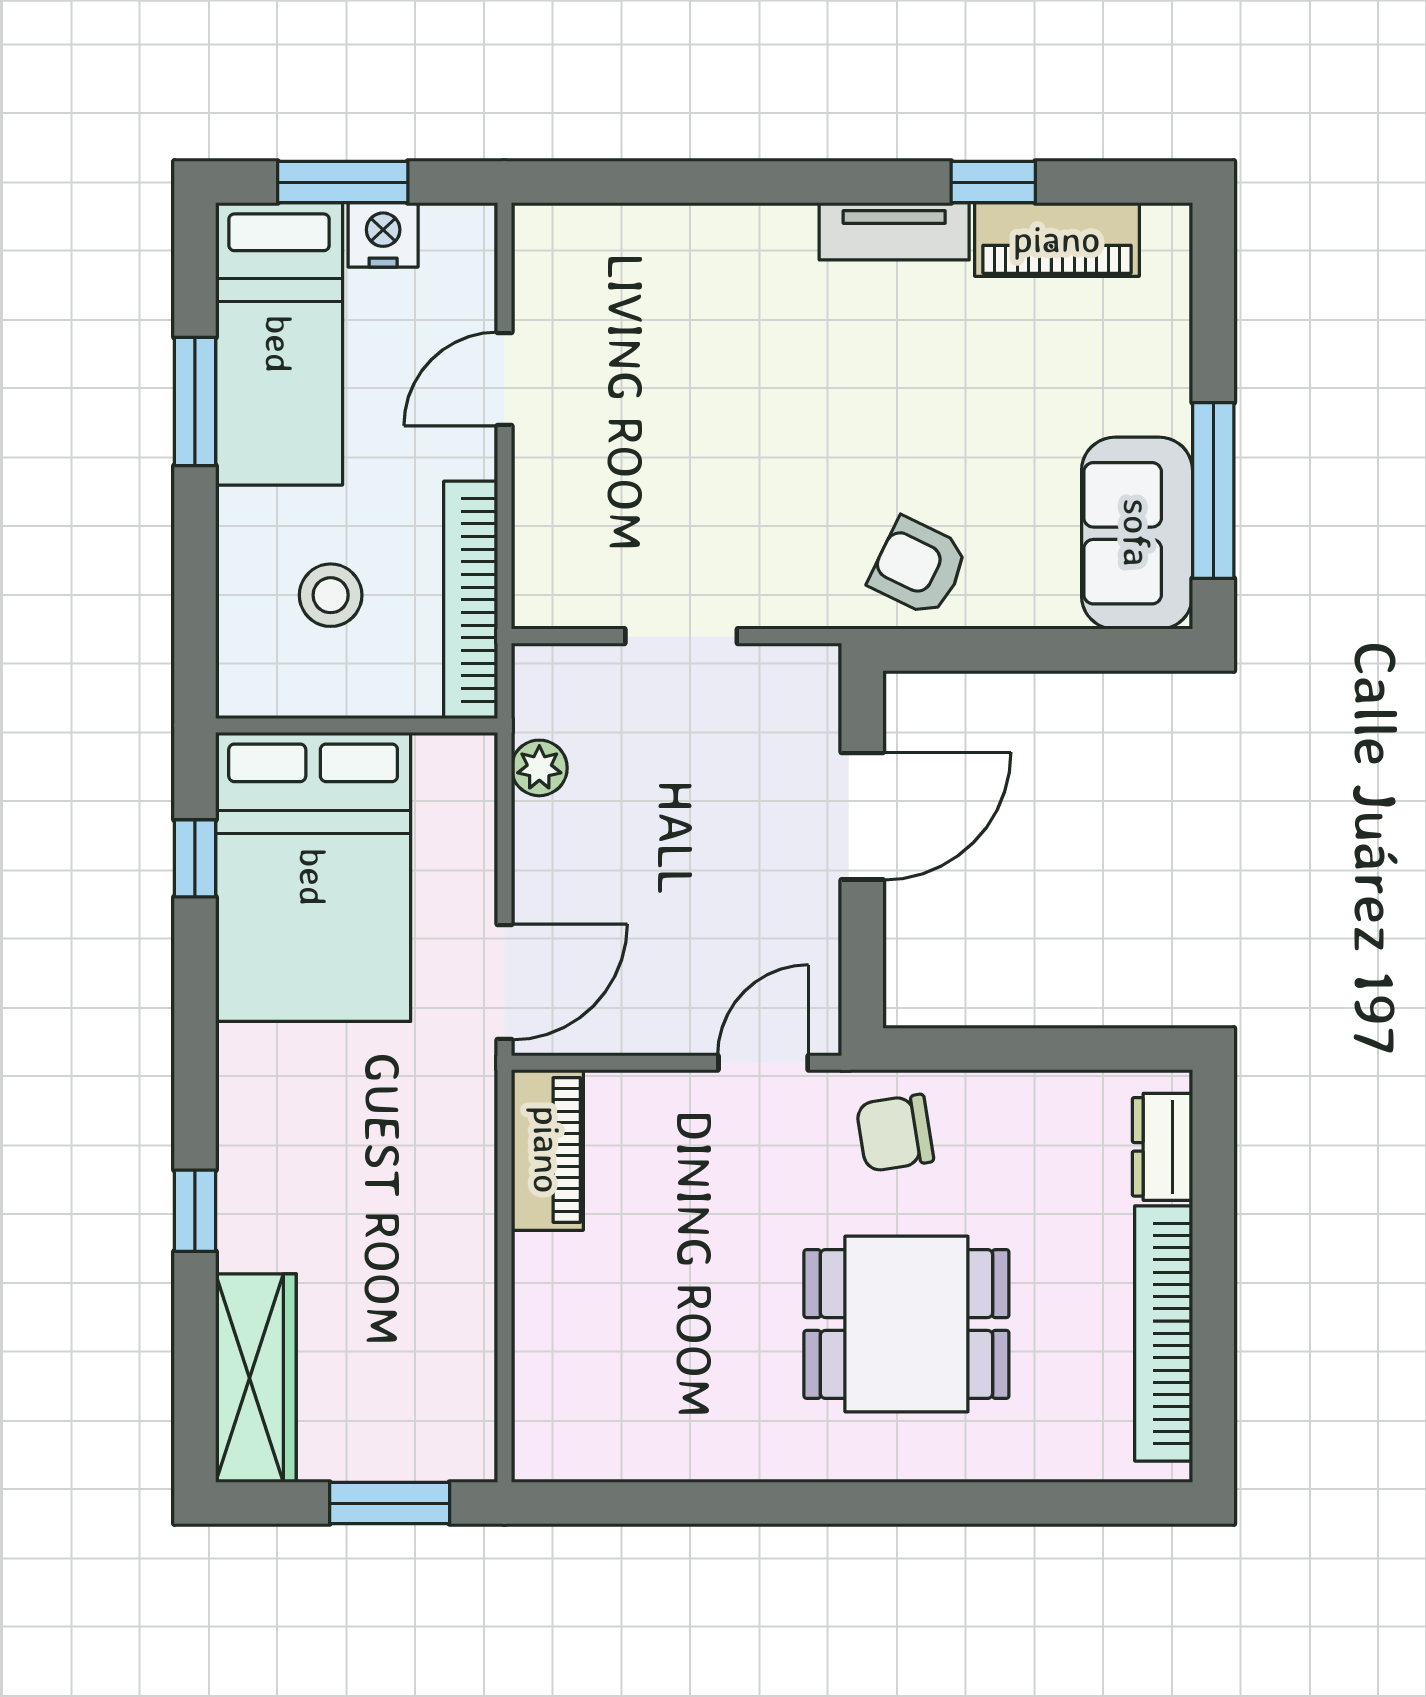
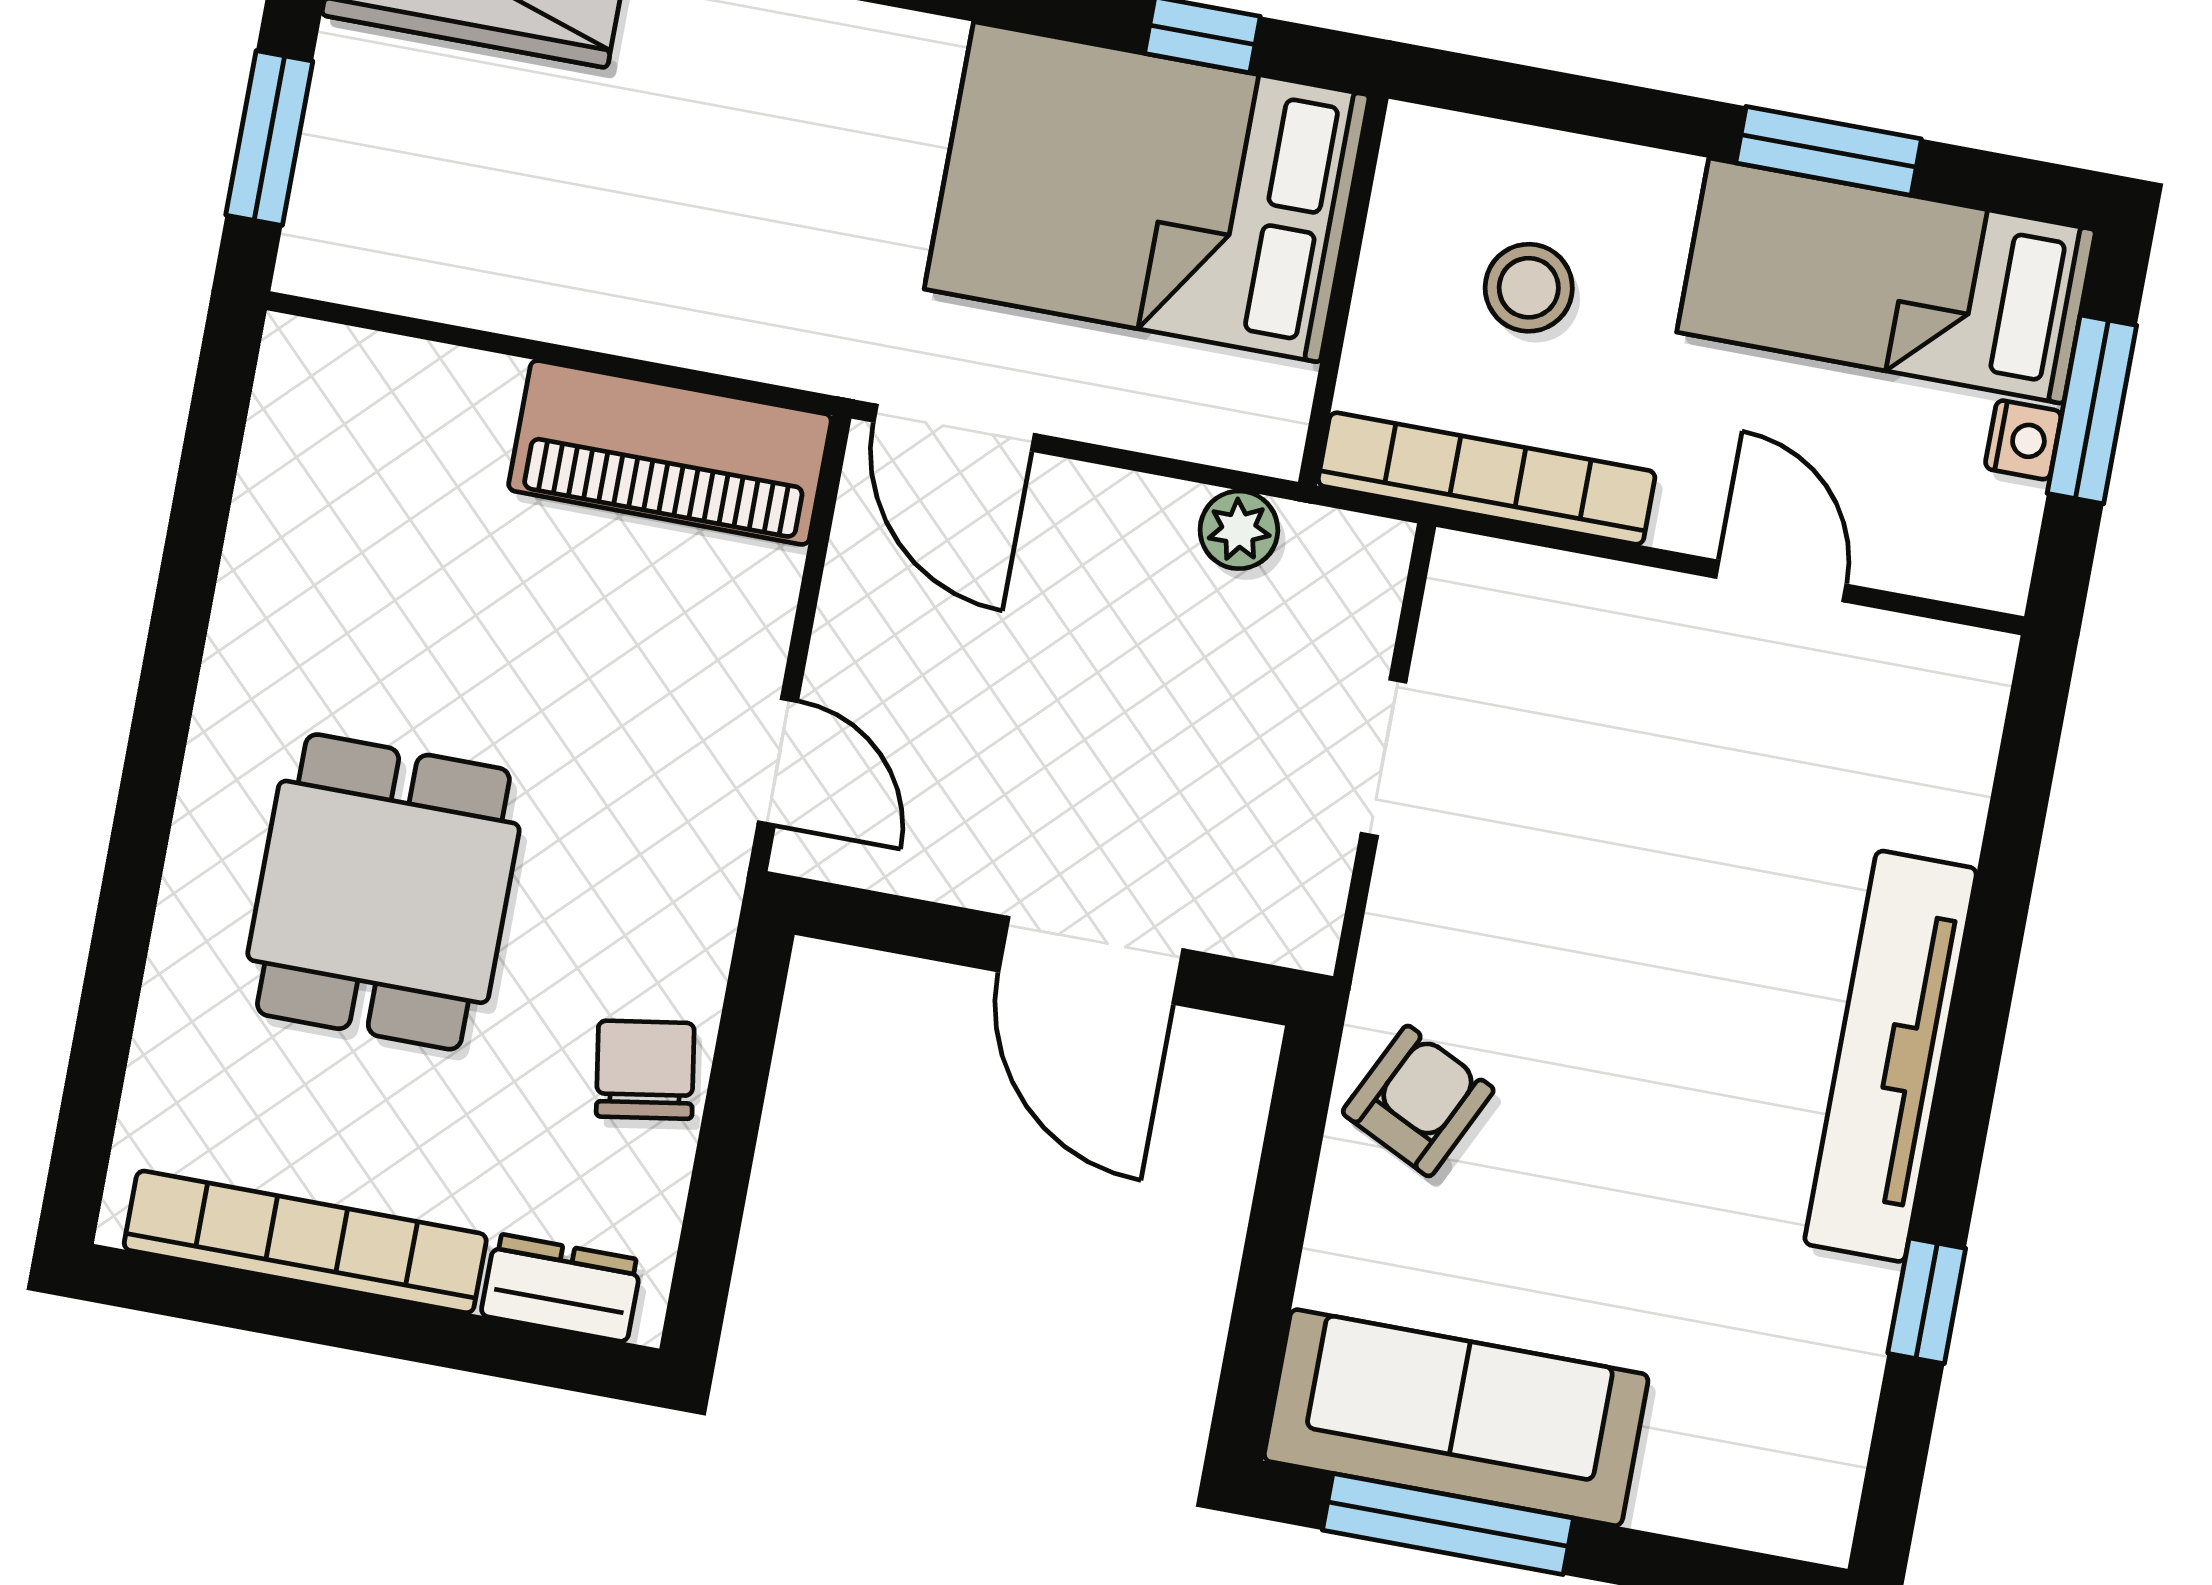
tv unit: (894, 231) -> (1891, 1056), width x1.92, depth x1.29
nightstand: (383, 235) -> (2023, 440), width x0.72, depth x0.74
piano: (1057, 239) -> (1832, 1374), removed
sofa: (1137, 533) -> (1456, 1418), width x1.36
chair: (895, 1133) -> (645, 1070), moved
piano: (547, 1150) -> (670, 453), width x1.37, depth x1.33

